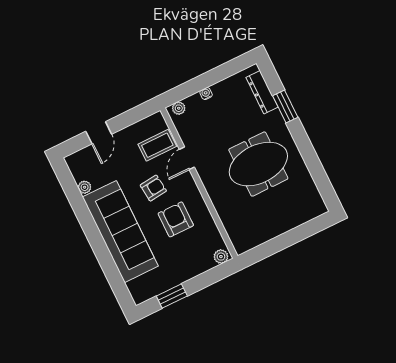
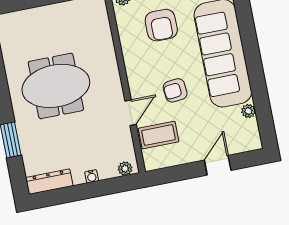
dresser: (262, 92) -> (49, 182), moved, turned -90
armchair: (176, 219) -> (161, 25), moved

